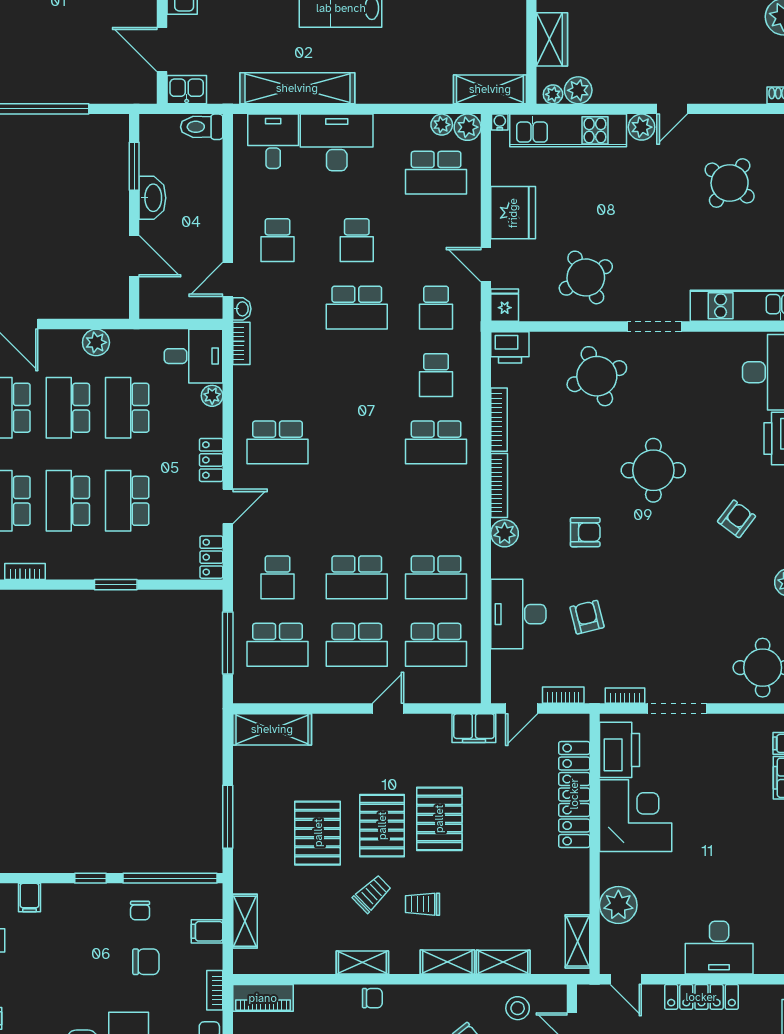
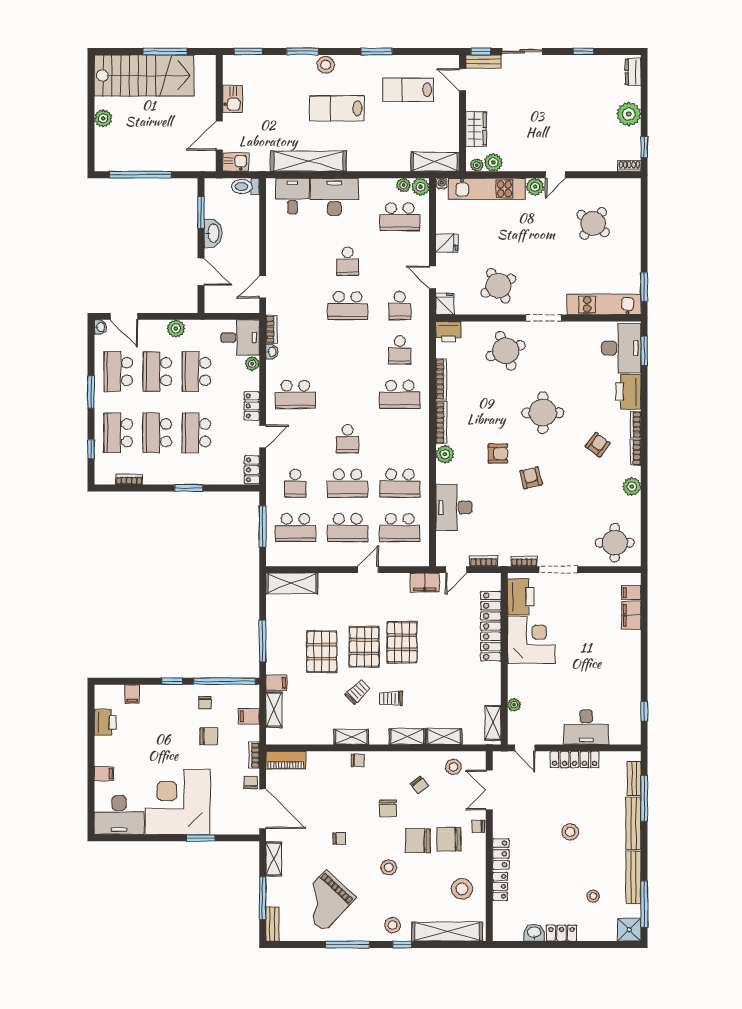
door: (162, 49) -> (219, 136), hinge flipped
fridge: (513, 213) -> (447, 243), width x0.53, depth x0.75
school desk: (278, 240) -> (348, 439), moved
washbasin: (242, 309) -> (272, 352), moved
armchair: (587, 617) -> (531, 478), moved
filing cabinet: (249, 880) -> (276, 683), added
plant: (618, 905) -> (514, 705), width x0.53, depth x0.53

